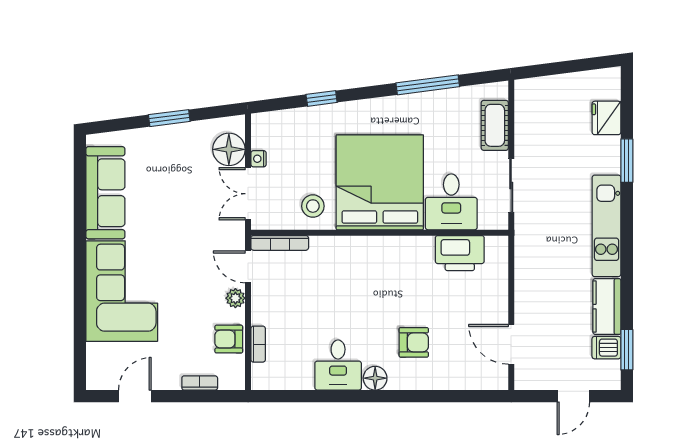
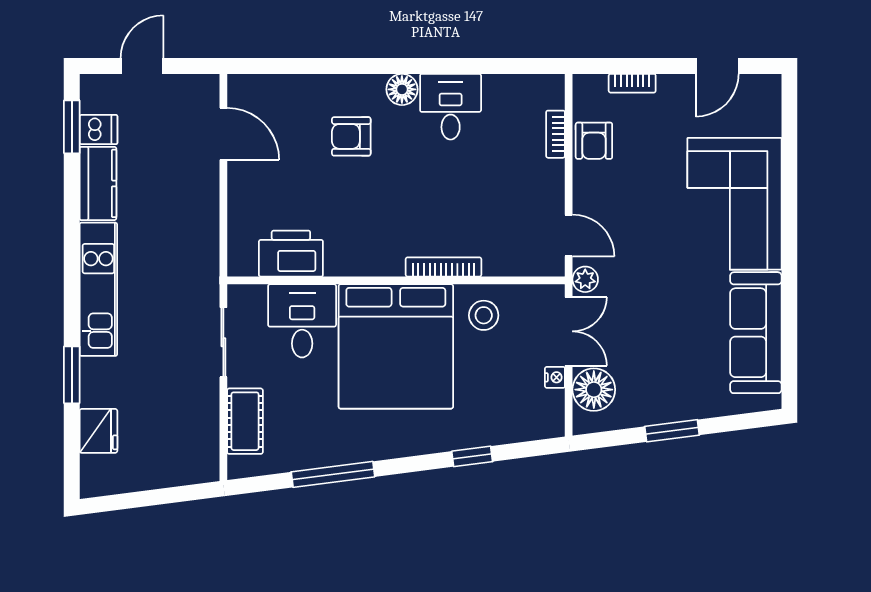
bookcase: (280, 243) -> (443, 267), moved
plant: (235, 298) -> (585, 279), moved
armchair: (229, 339) -> (594, 141), turned 90

